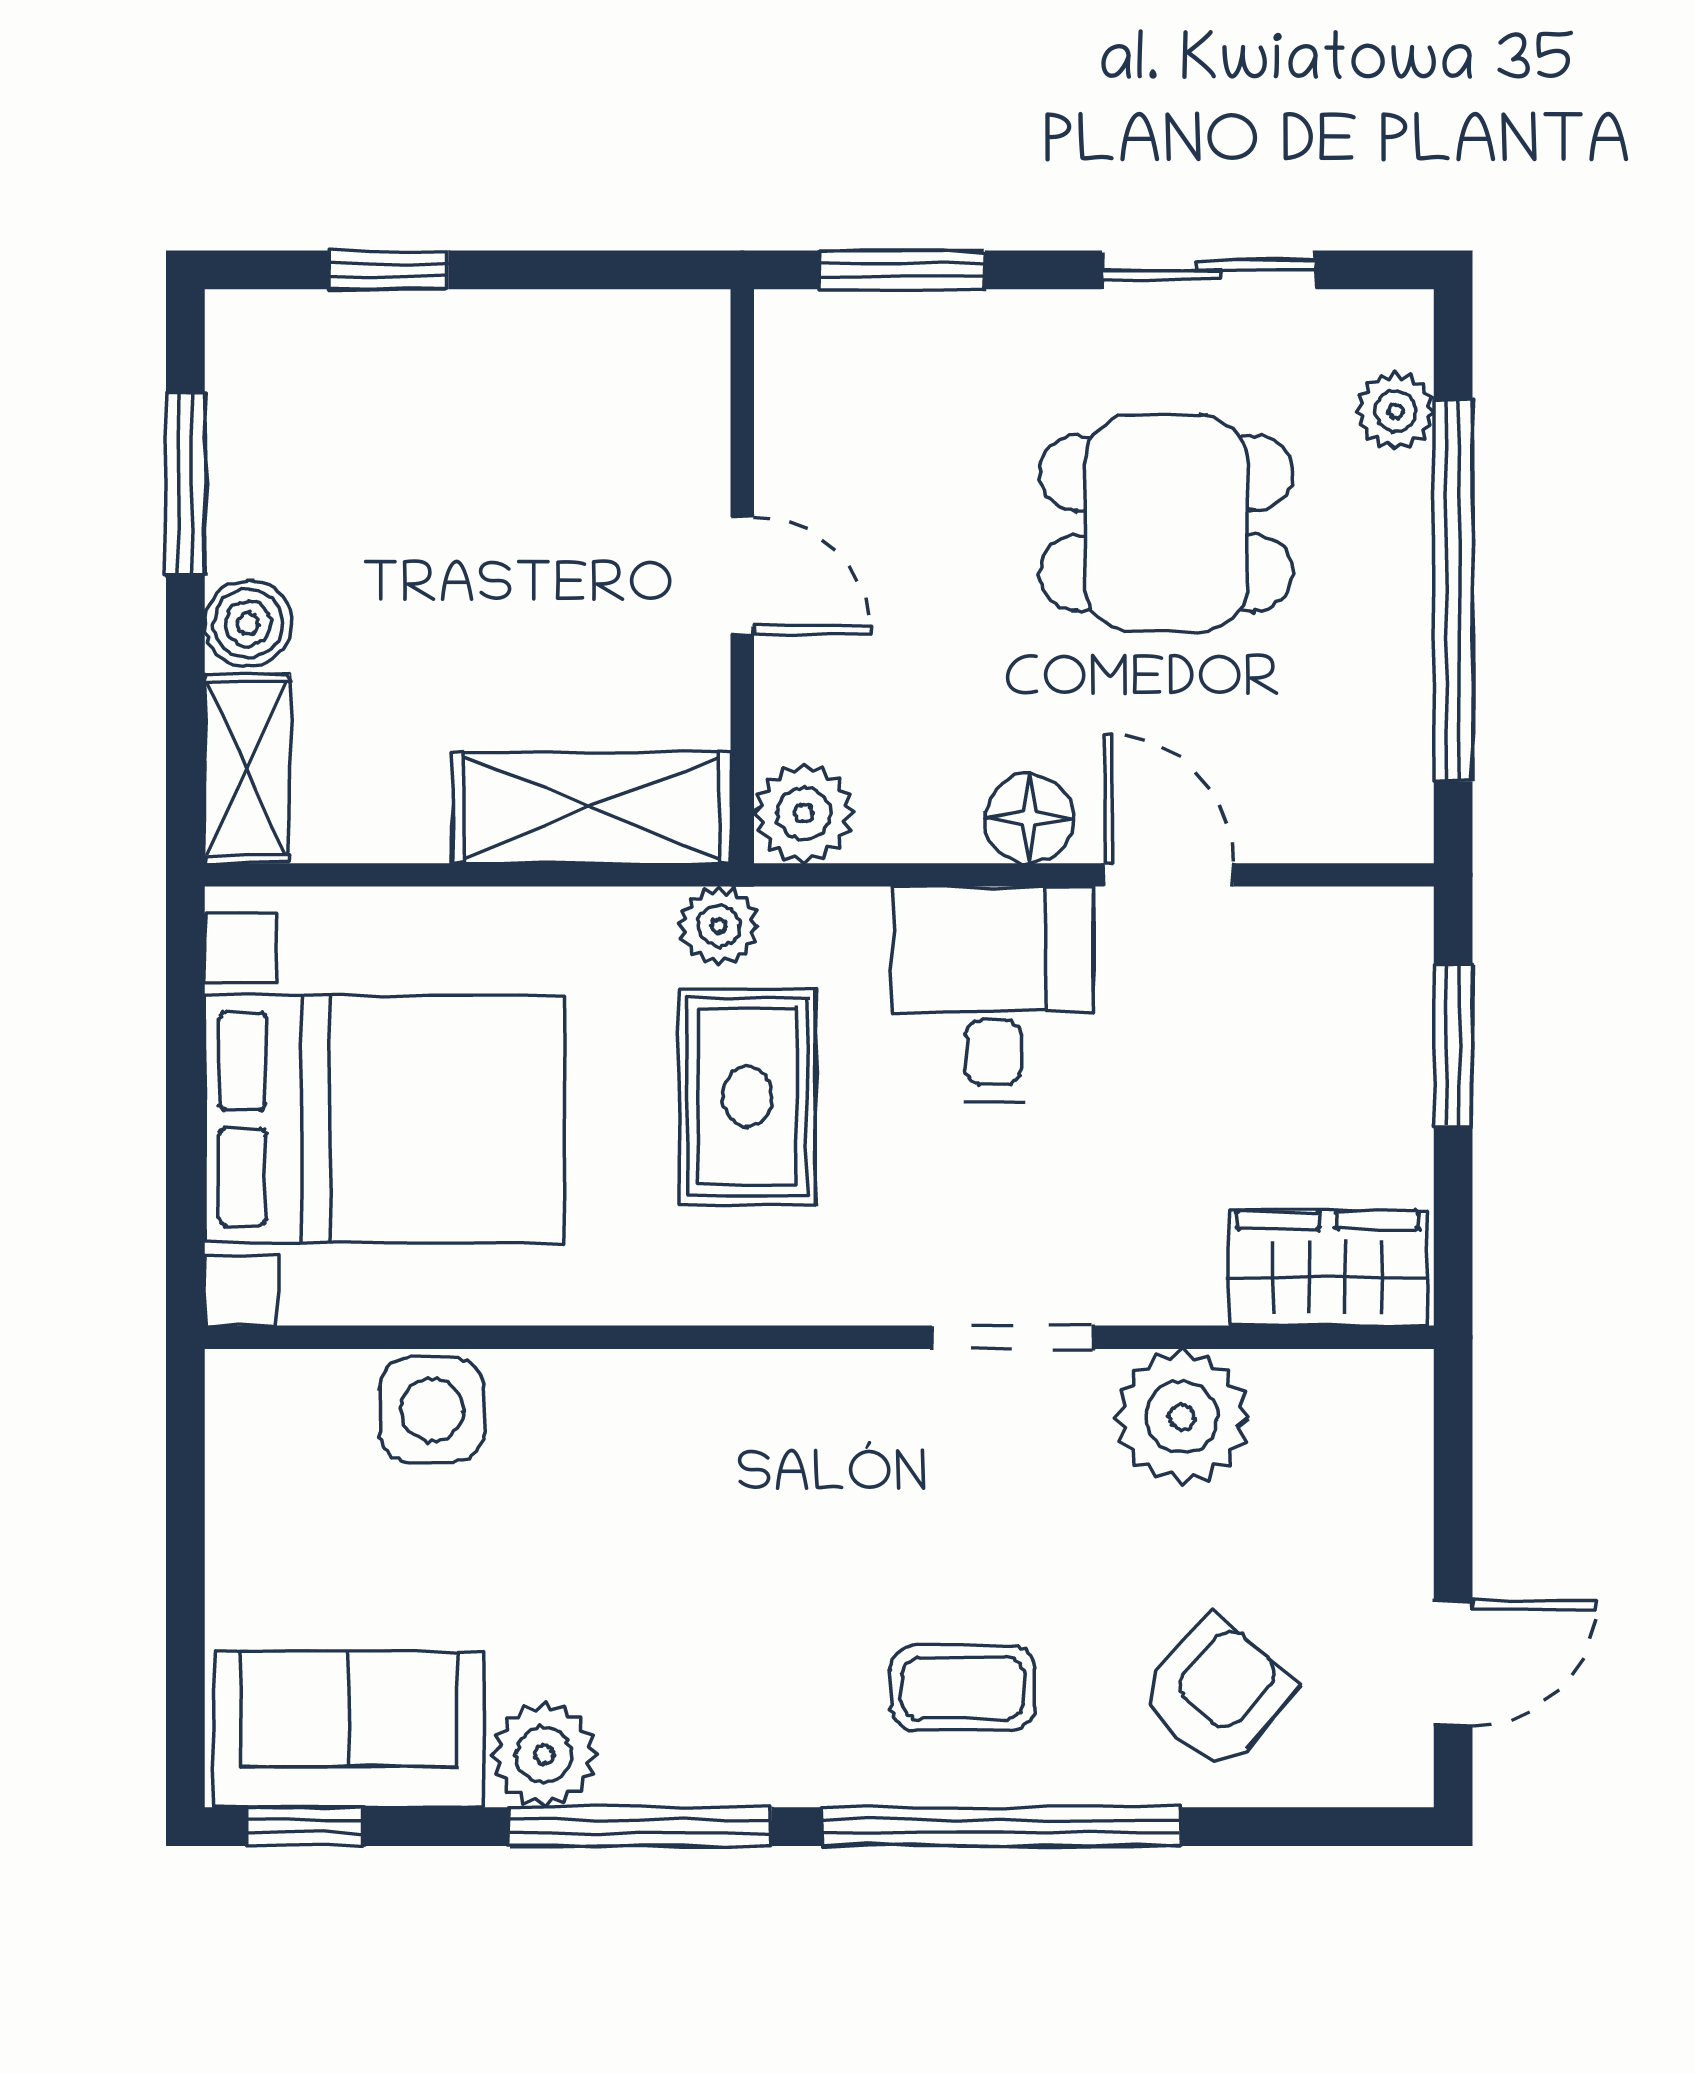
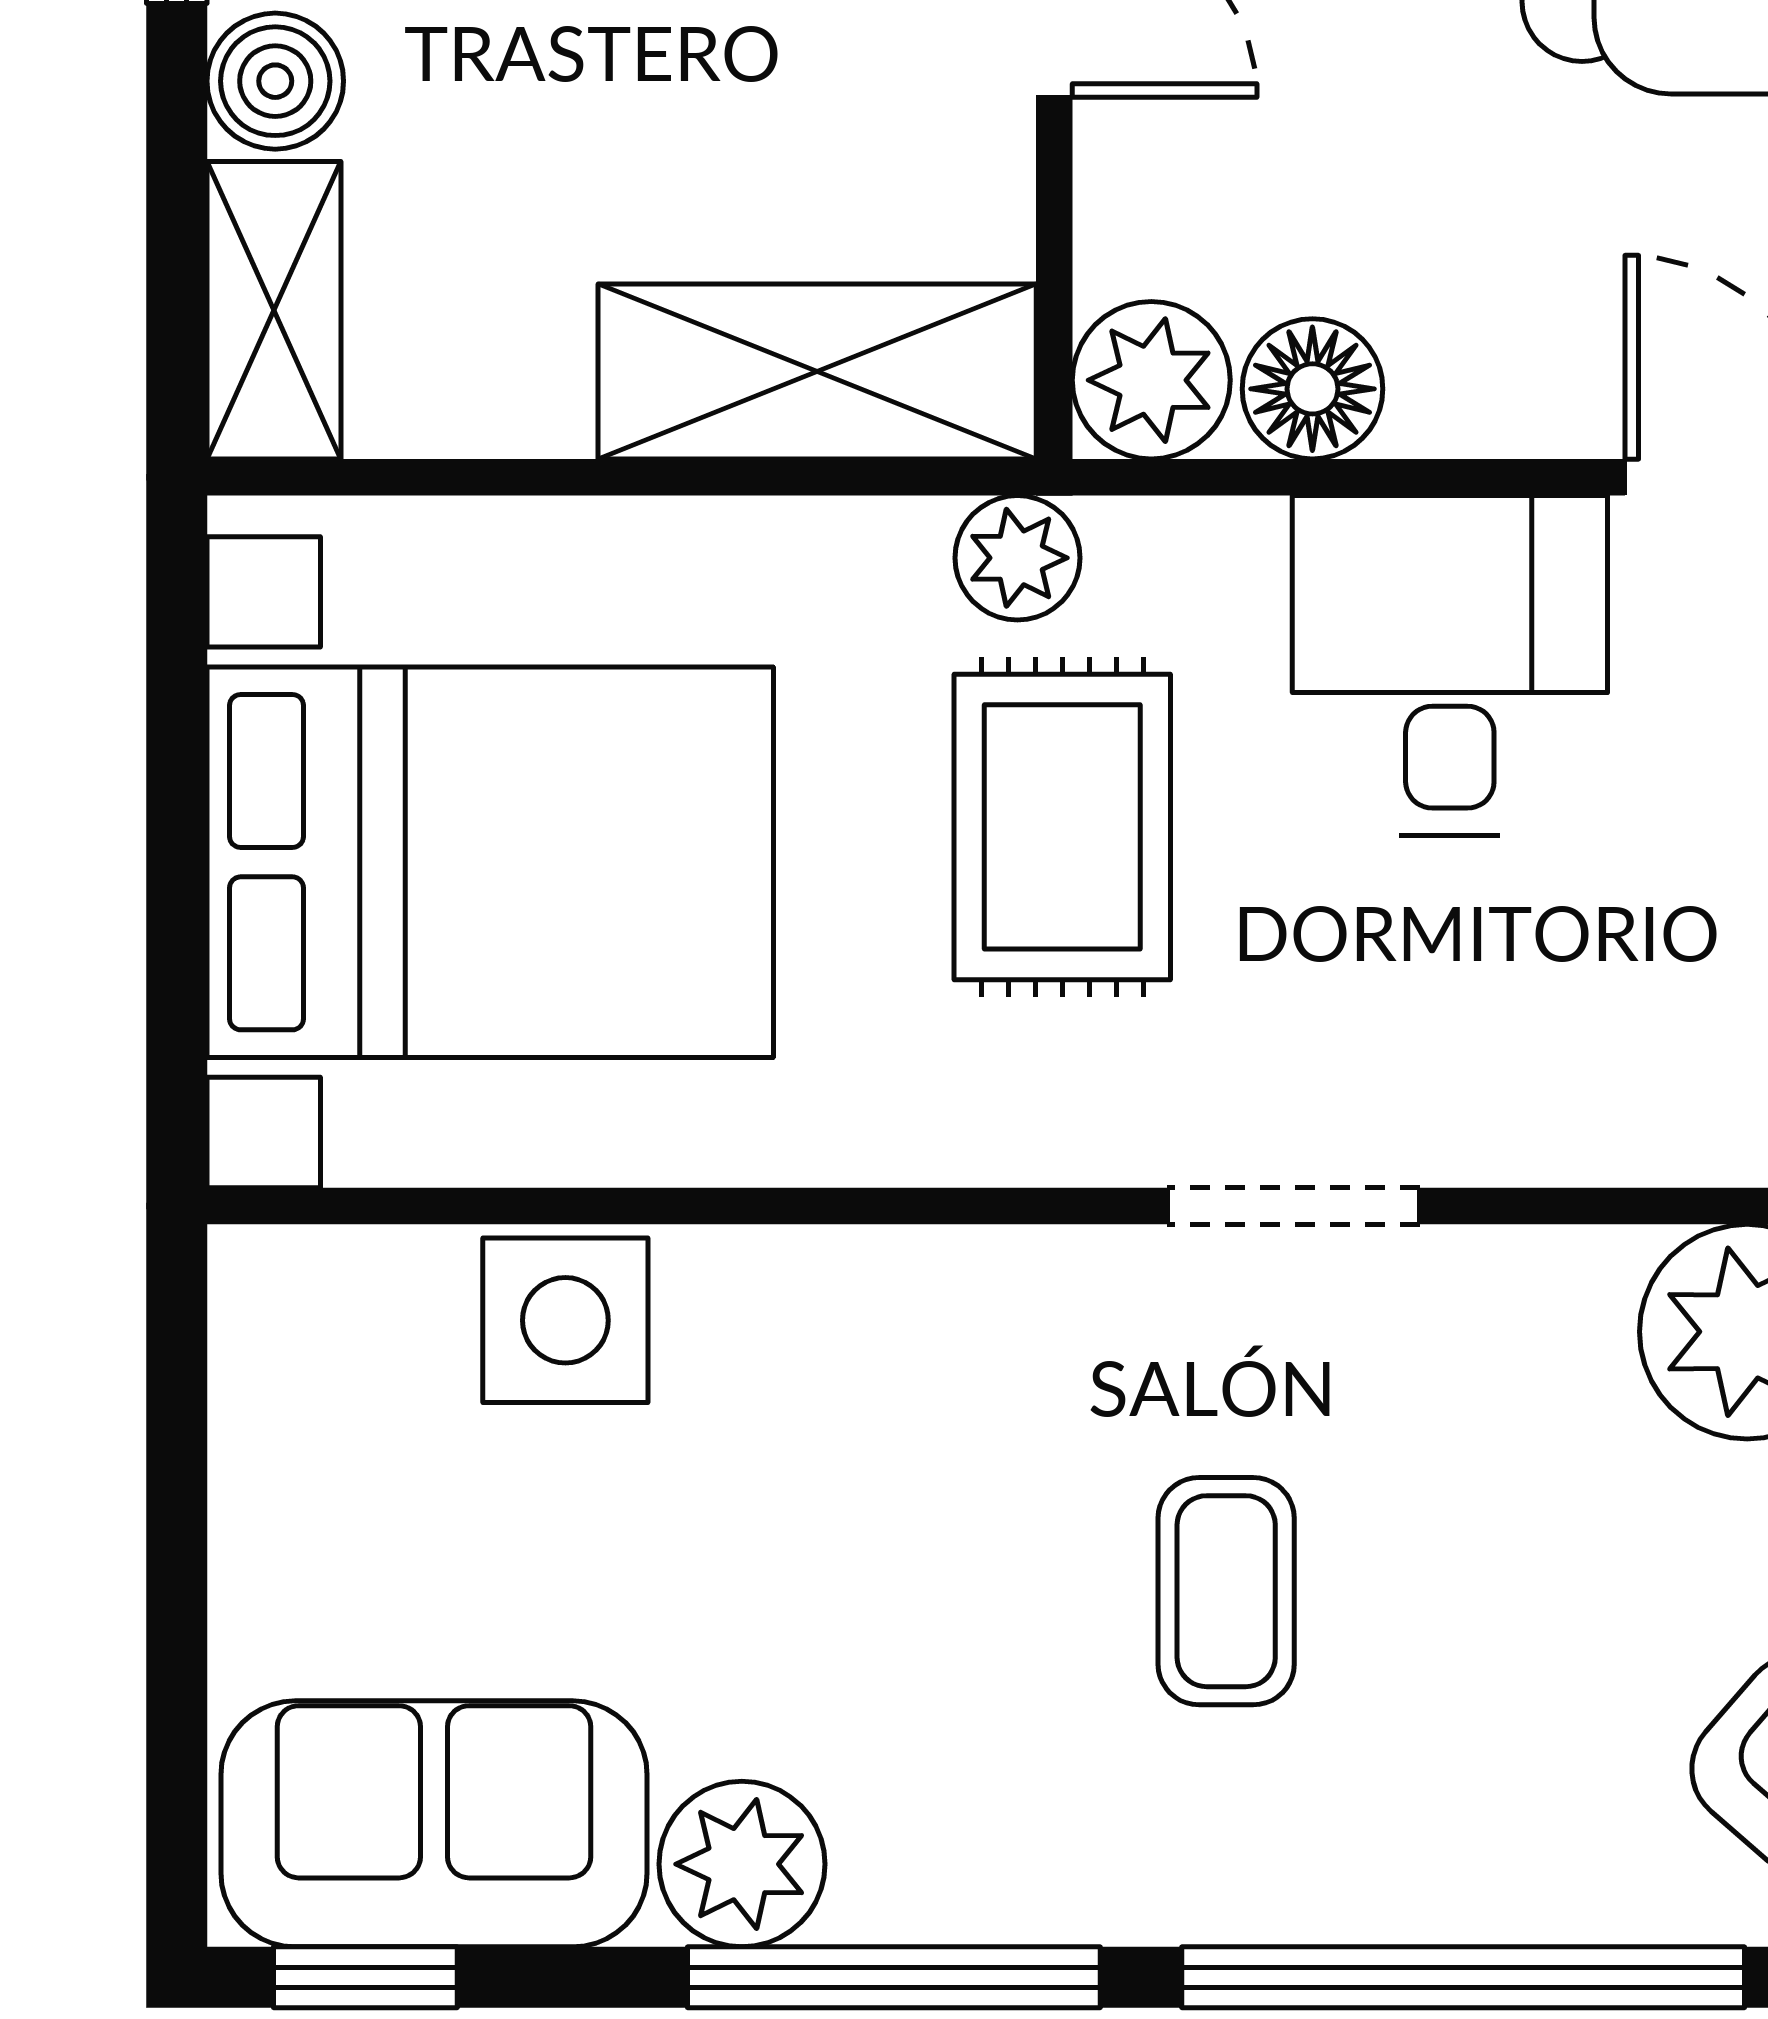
floor lamp: (1029, 819) -> (1312, 389), moved
doorway: (1012, 1337) -> (1293, 1206), moved
coffee table: (963, 1688) -> (1226, 1591), moved, turned 90

